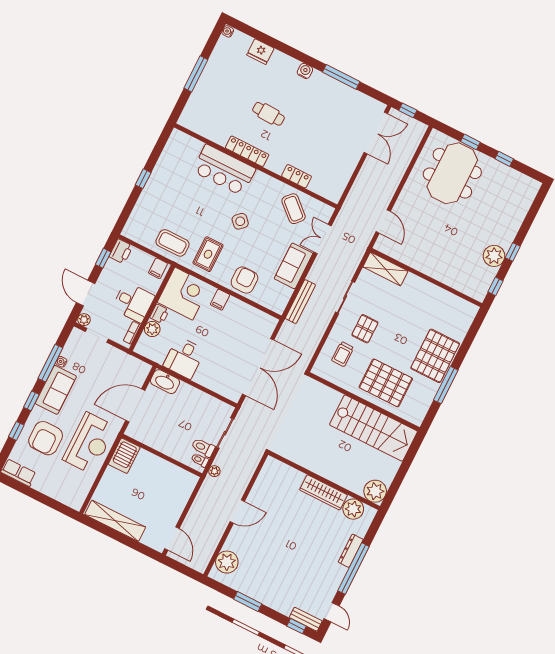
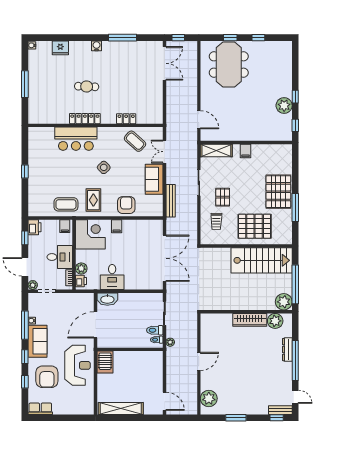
filing cabinet: (420, 287) -> (245, 151), added
printer: (159, 314) -> (81, 281), moved
window: (399, 477) -> (295, 284), added

